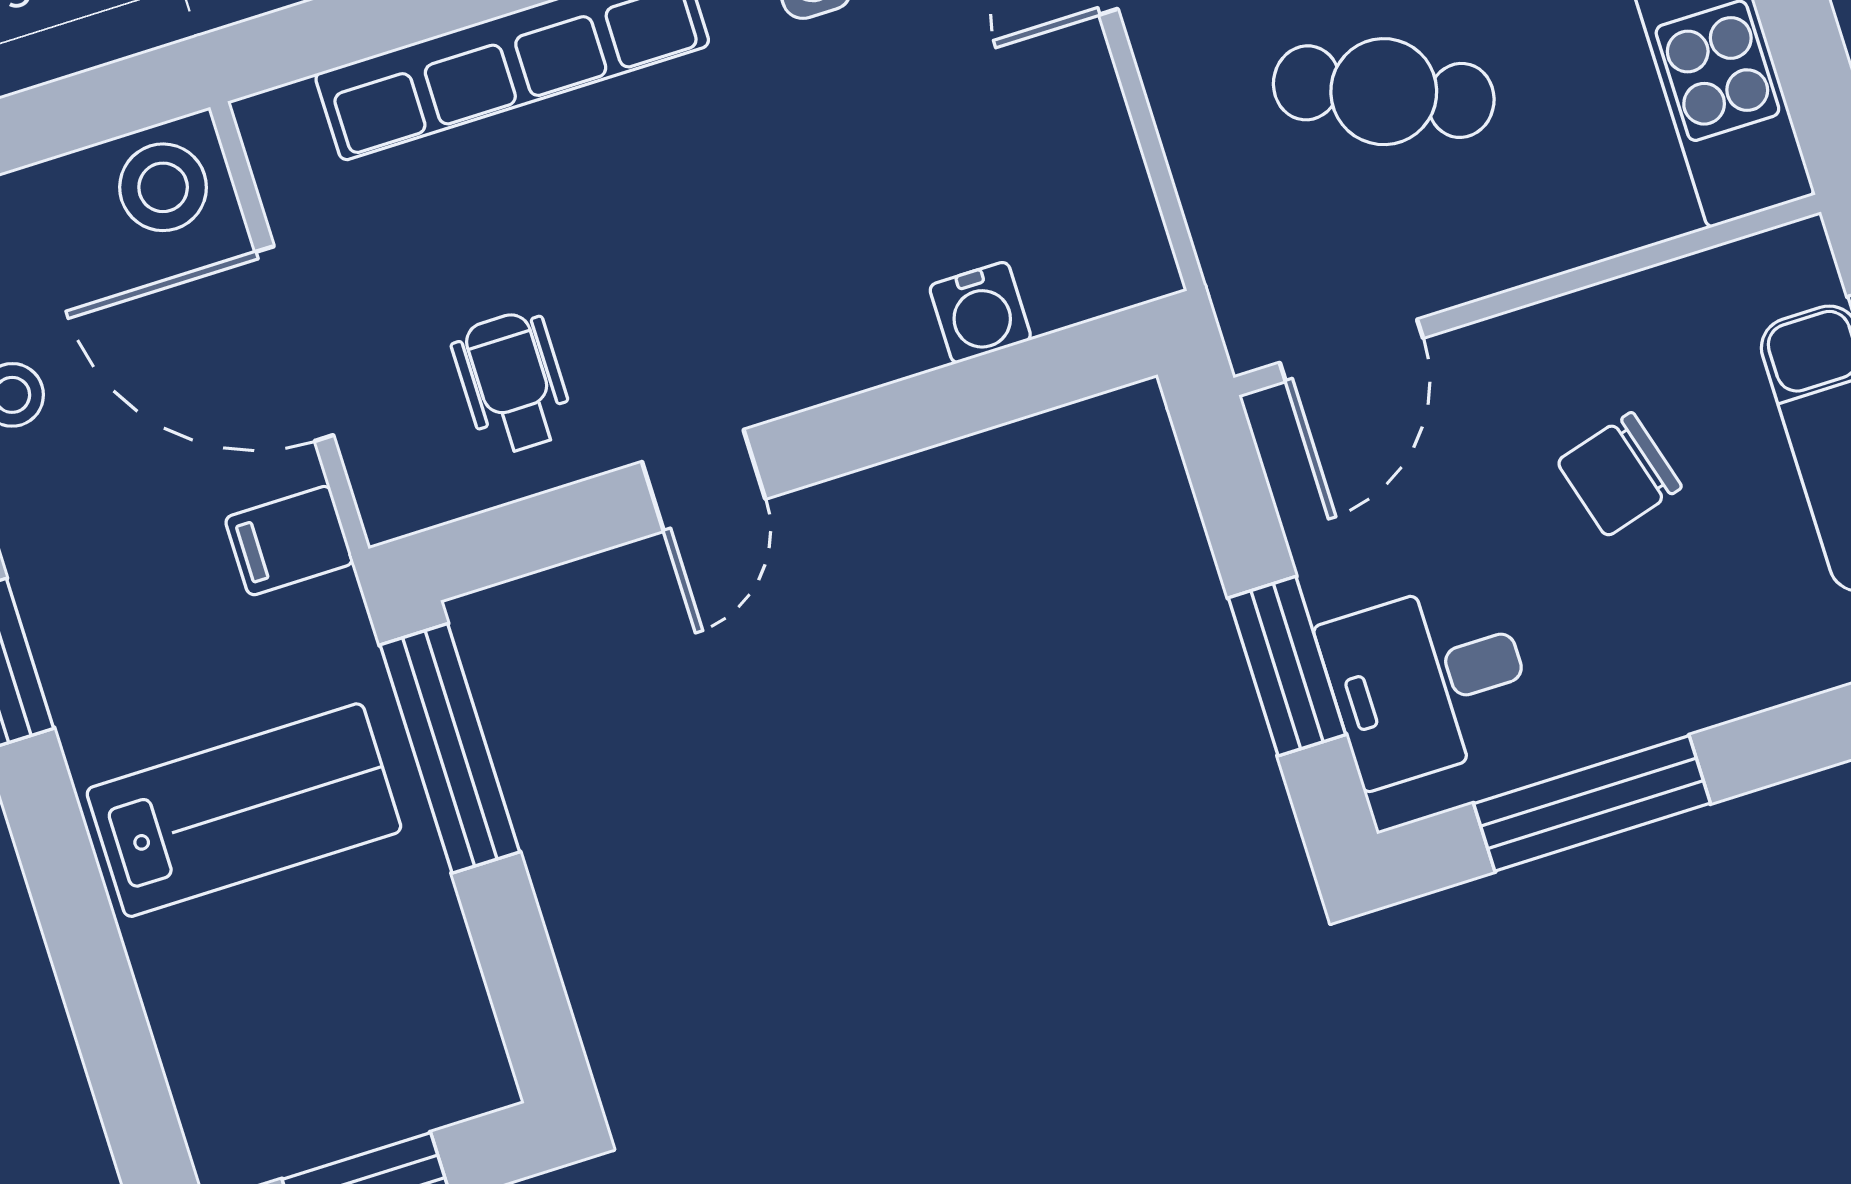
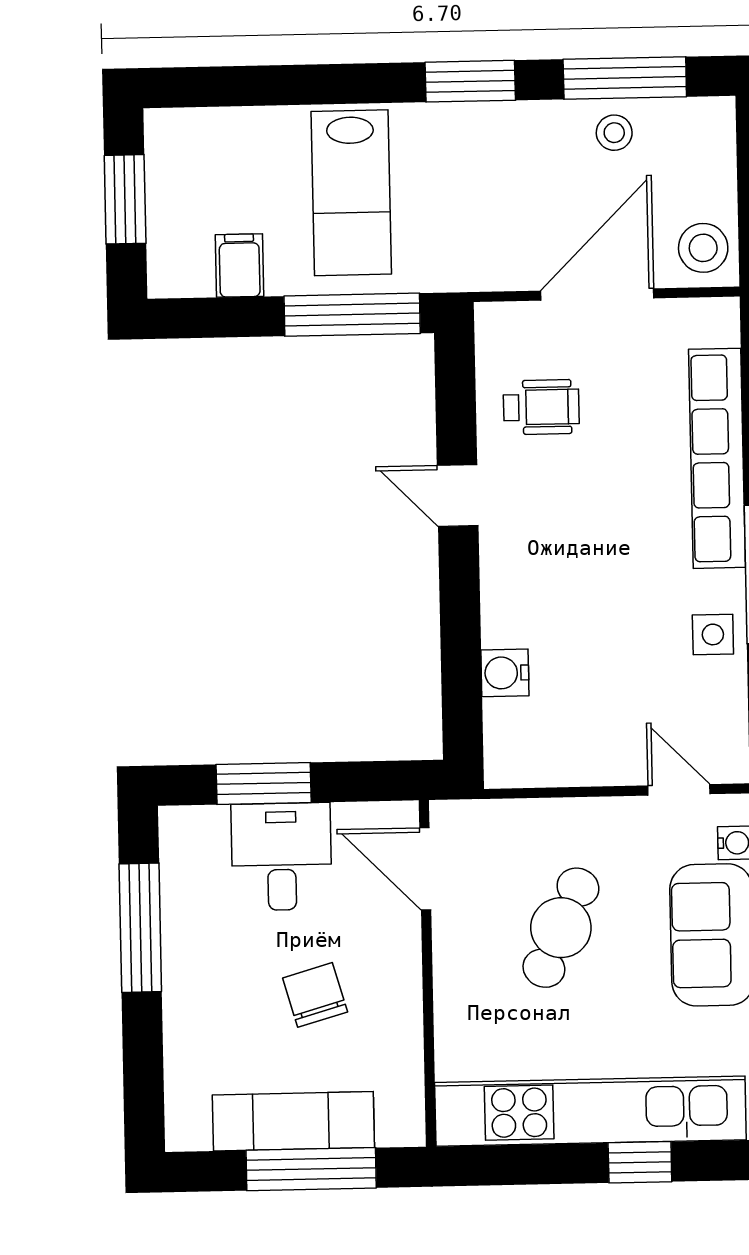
filing cabinet: (289, 541) -> (240, 266), moved
desk: (1428, 682) -> (282, 857), moved

